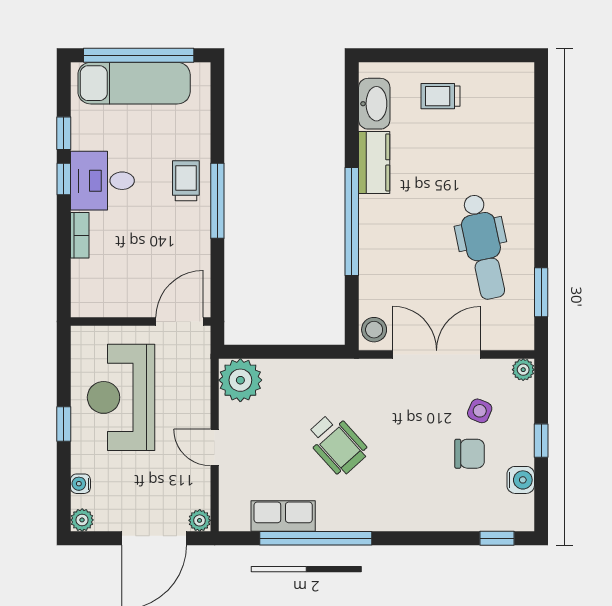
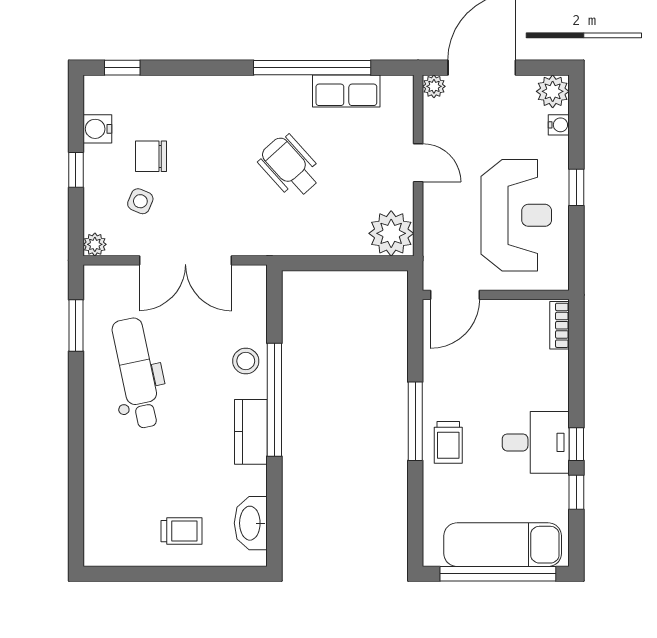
kitchen counter: (374, 162) -> (251, 432), moved
bookcase: (80, 235) -> (560, 325), moved
stool: (374, 330) -> (246, 361), moved
plant: (82, 520) -> (553, 91), width x1.38, depth x1.38

